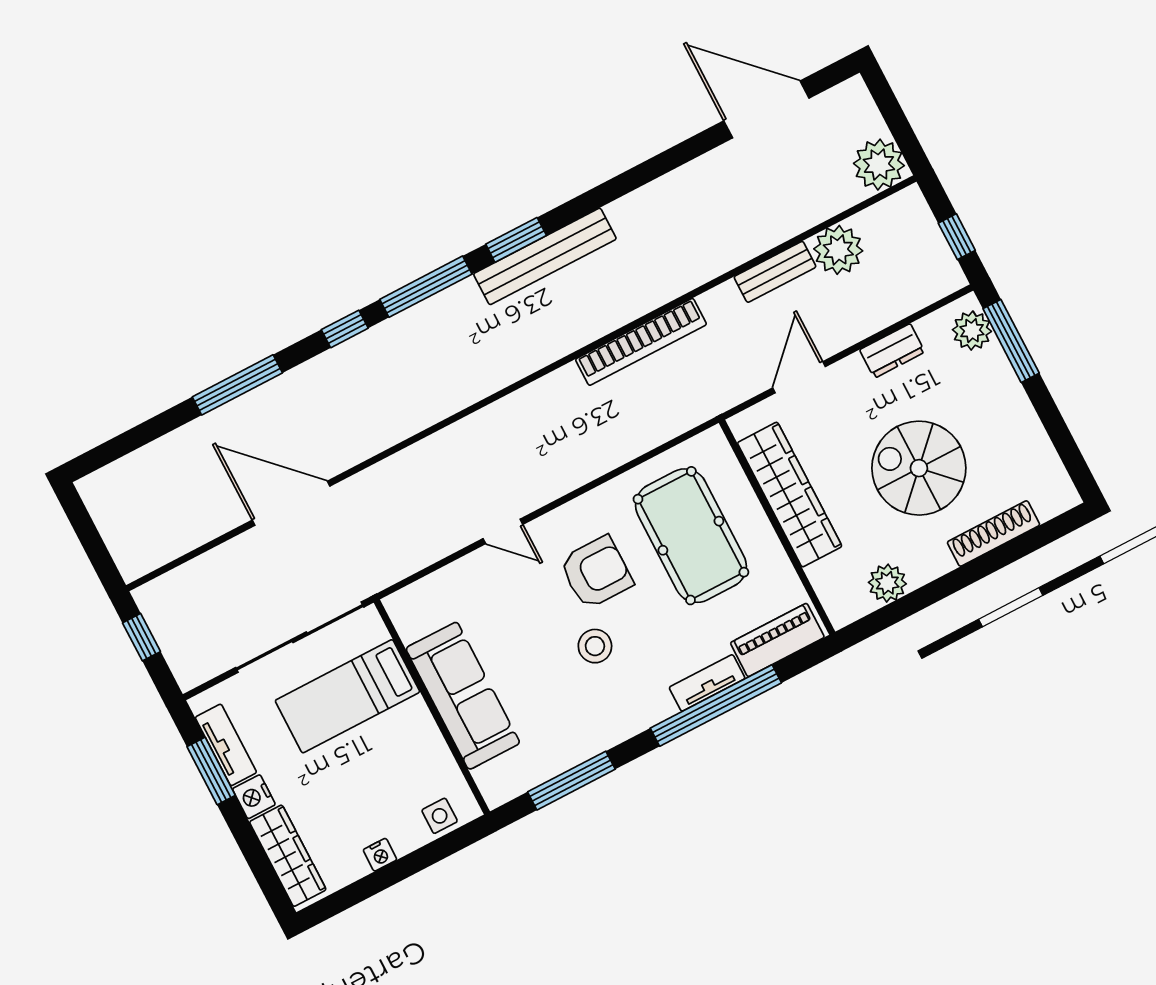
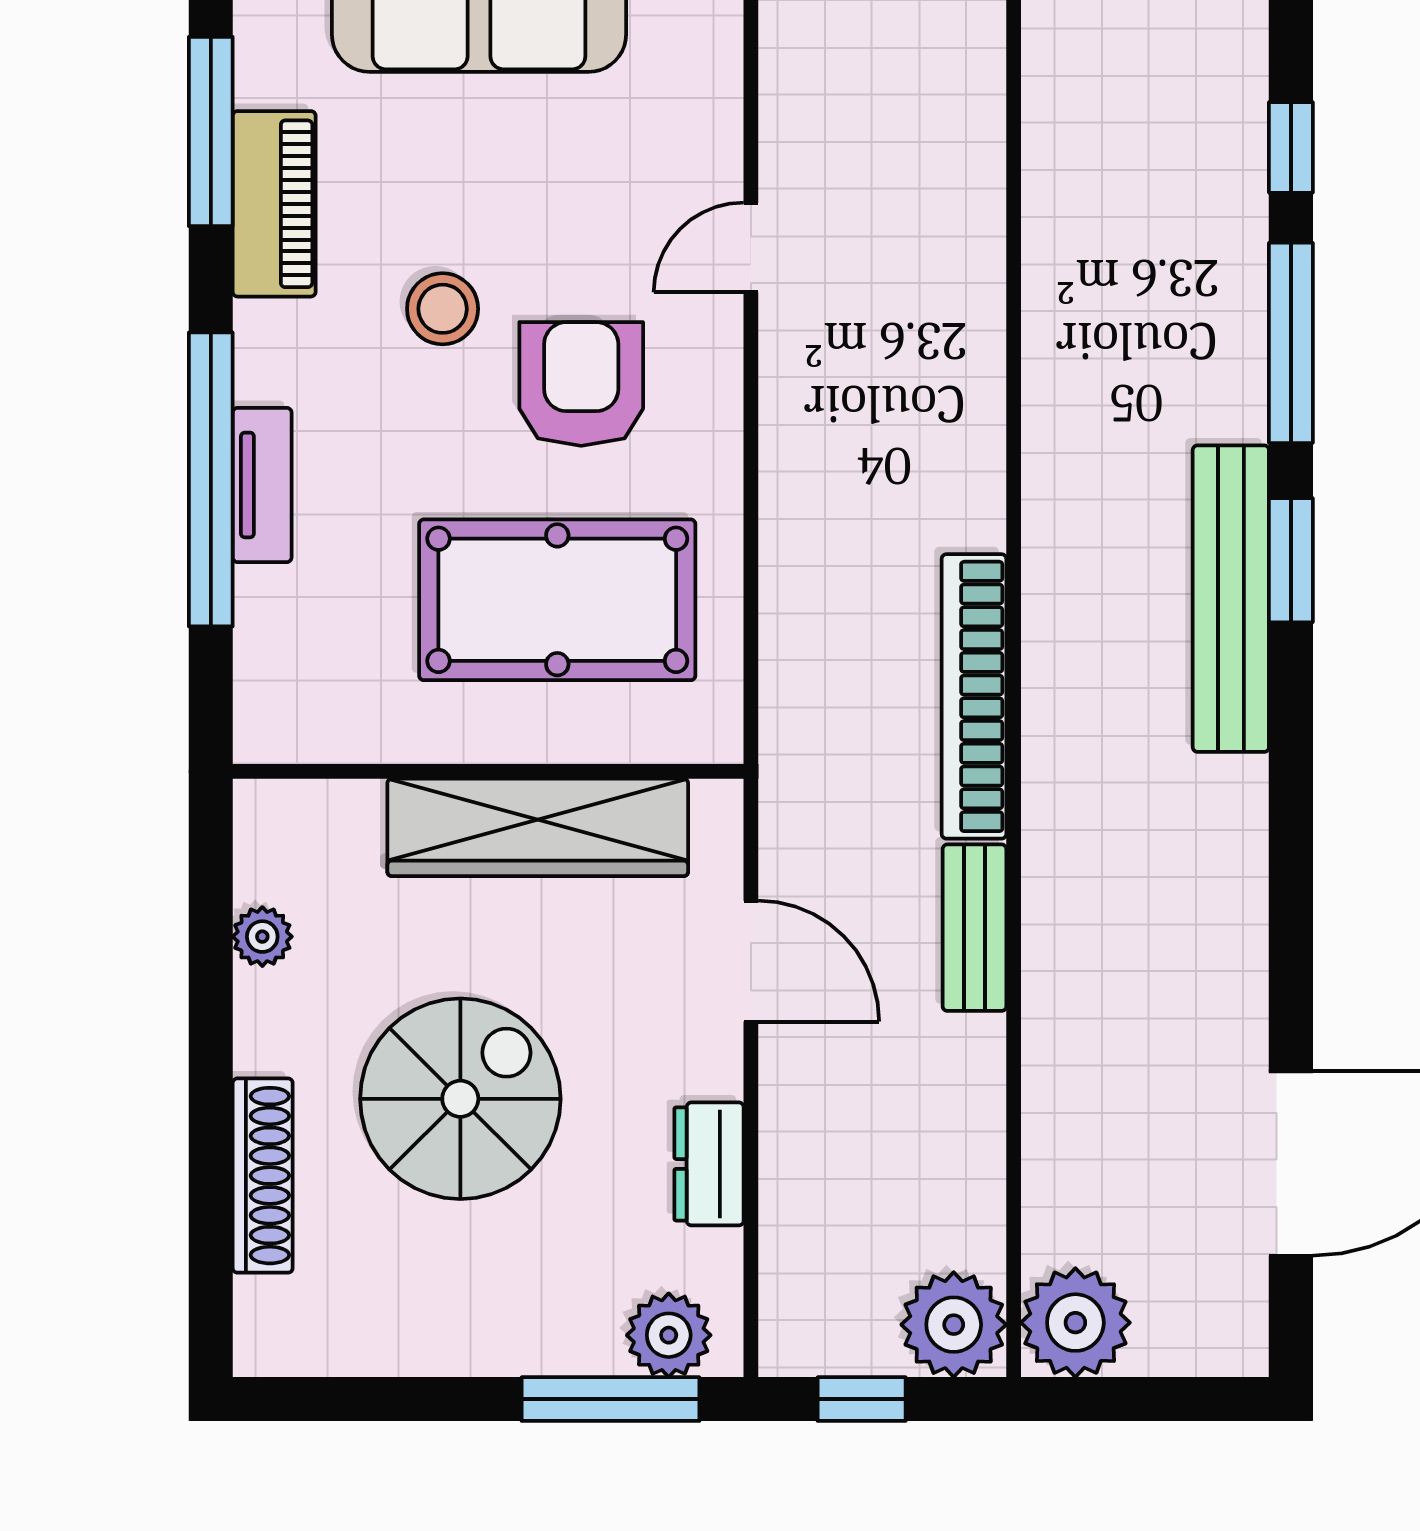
plant: (838, 250) -> (954, 1325), moved
bench: (775, 272) -> (974, 928), moved
armchair: (596, 572) -> (581, 384), turned 180
plant: (887, 583) -> (262, 937), width x0.73, depth x0.73
piano: (777, 640) -> (274, 204), moved

